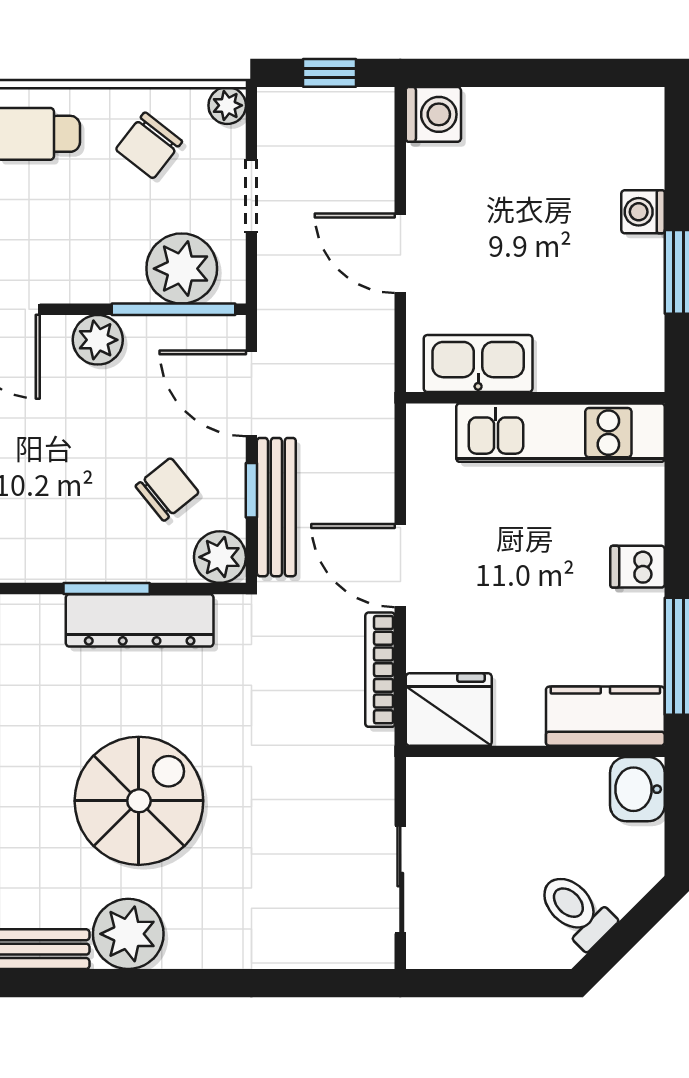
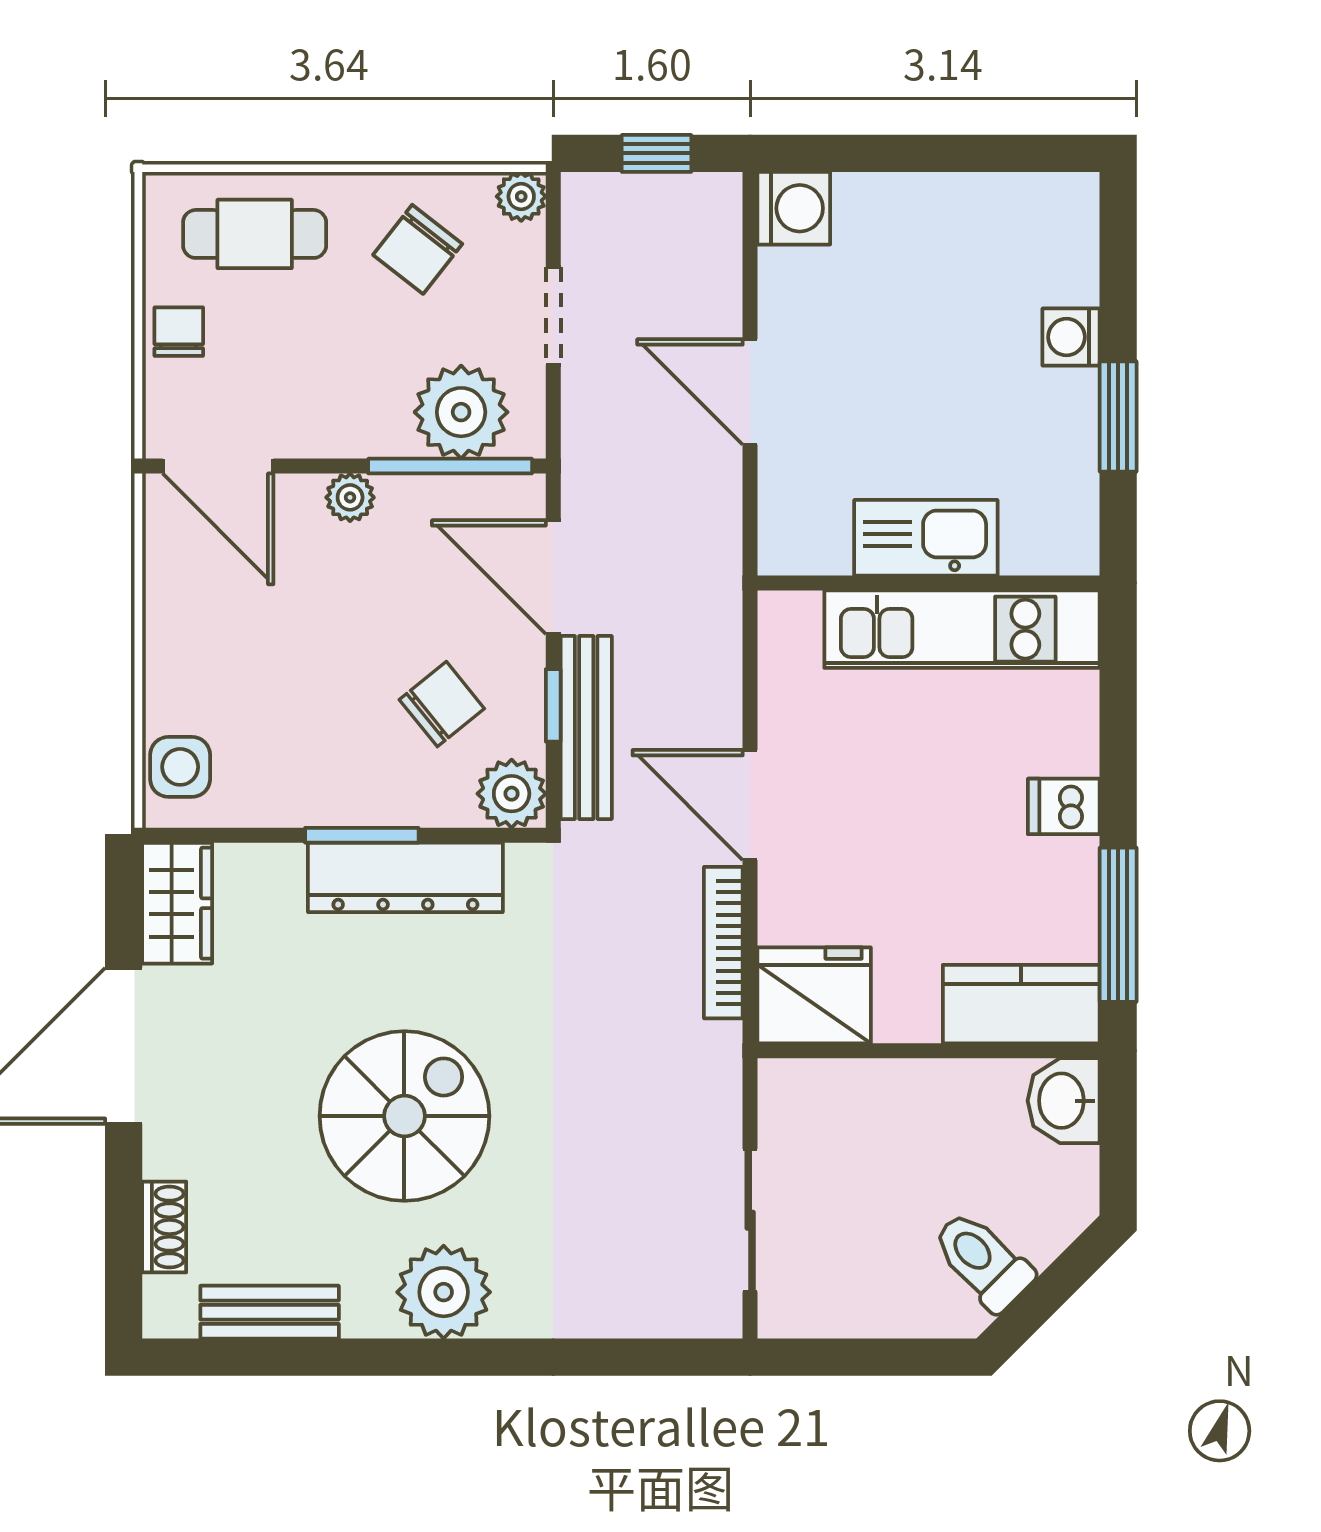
plant: (98, 340) -> (350, 497), width x0.73, depth x0.73
kitchen sink: (478, 364) -> (926, 538), moved
plant: (128, 934) -> (444, 1292), moved

